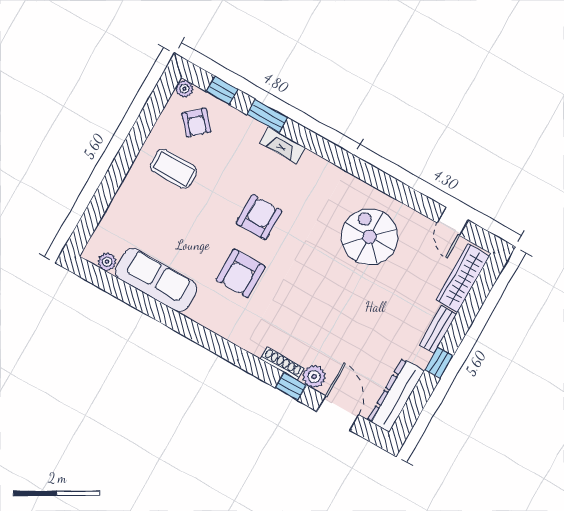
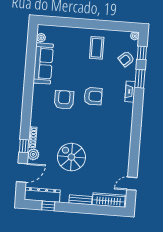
armchair: (196, 122) -> (126, 59), moved
spiral stairs: (370, 237) -> (71, 157), moved, turned -90
armchair: (241, 273) -> (64, 100), turned 90
window: (439, 363) -> (48, 206), moved

